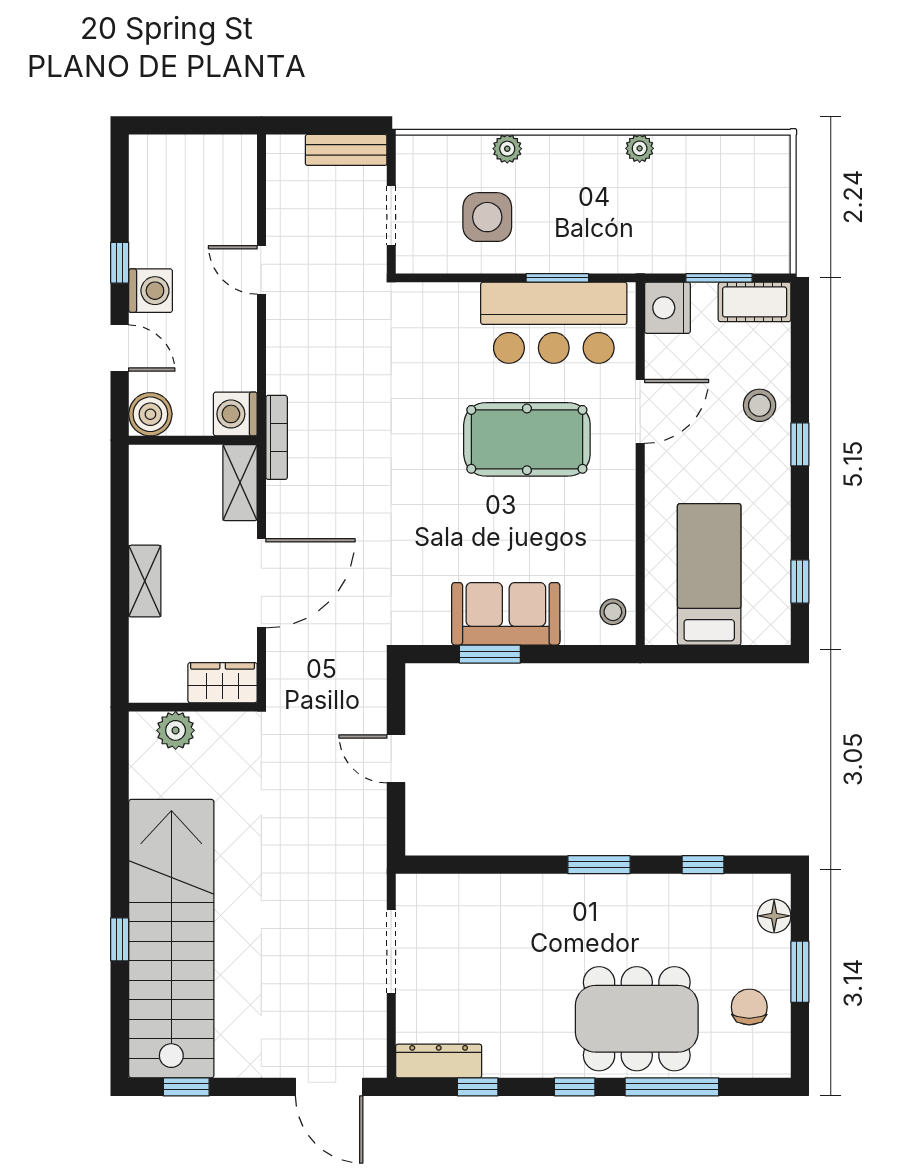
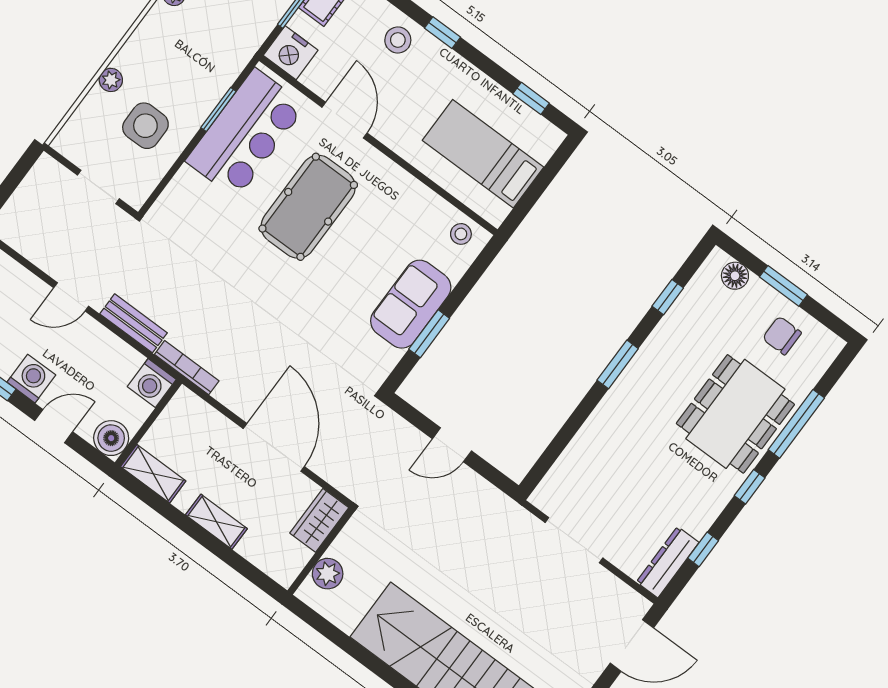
bench: (346, 150) -> (134, 323), moved, turned 90
shelving: (240, 483) -> (153, 474), moved

